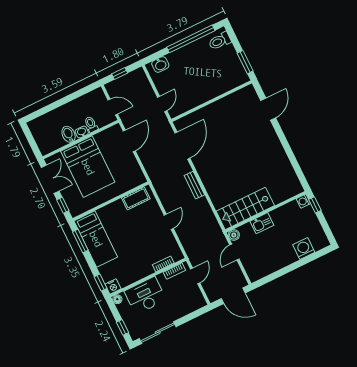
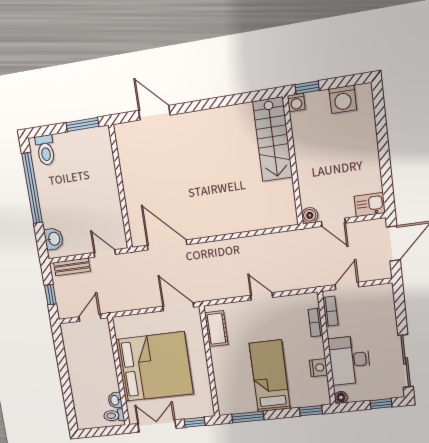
toilet: (91, 124) -> (114, 415), moved
washbasin: (82, 132) -> (115, 400), moved
bidet: (69, 134) -> (108, 384), removed
door: (129, 141) -> (178, 307), moved
bed: (88, 167) -> (154, 367), width x1.36
bench: (194, 185) -> (72, 267), moved
stairs: (245, 208) -> (273, 139), moved
kitchen sink: (262, 223) -> (370, 205), moved, turned -90
bed: (96, 239) -> (270, 376), moved, turned -90
washing machine: (304, 249) -> (343, 99), moved, turned -90
door: (195, 276) -> (347, 286), hinge flipped
nightstand: (113, 287) -> (318, 368), moved

